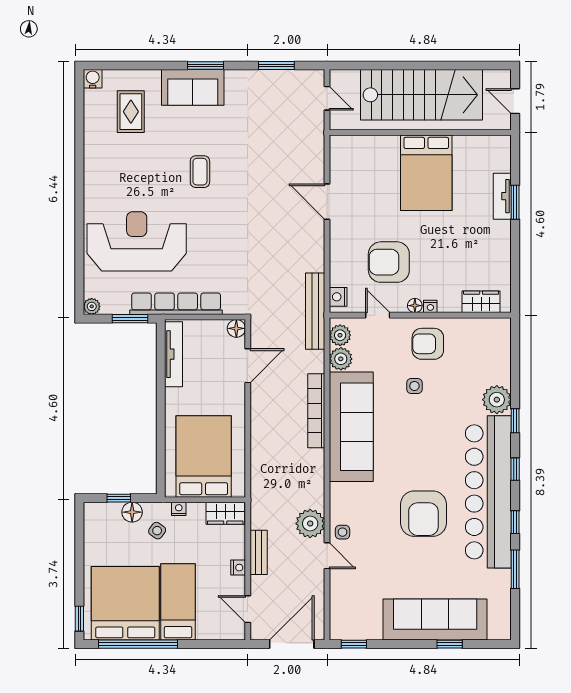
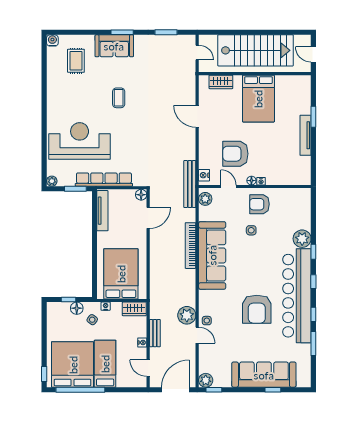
tv unit: (502, 196) -> (305, 135), moved, width x1.41
wardrobe: (481, 302) -> (221, 82), moved, turned 180
plant: (341, 359) -> (206, 380), moved

